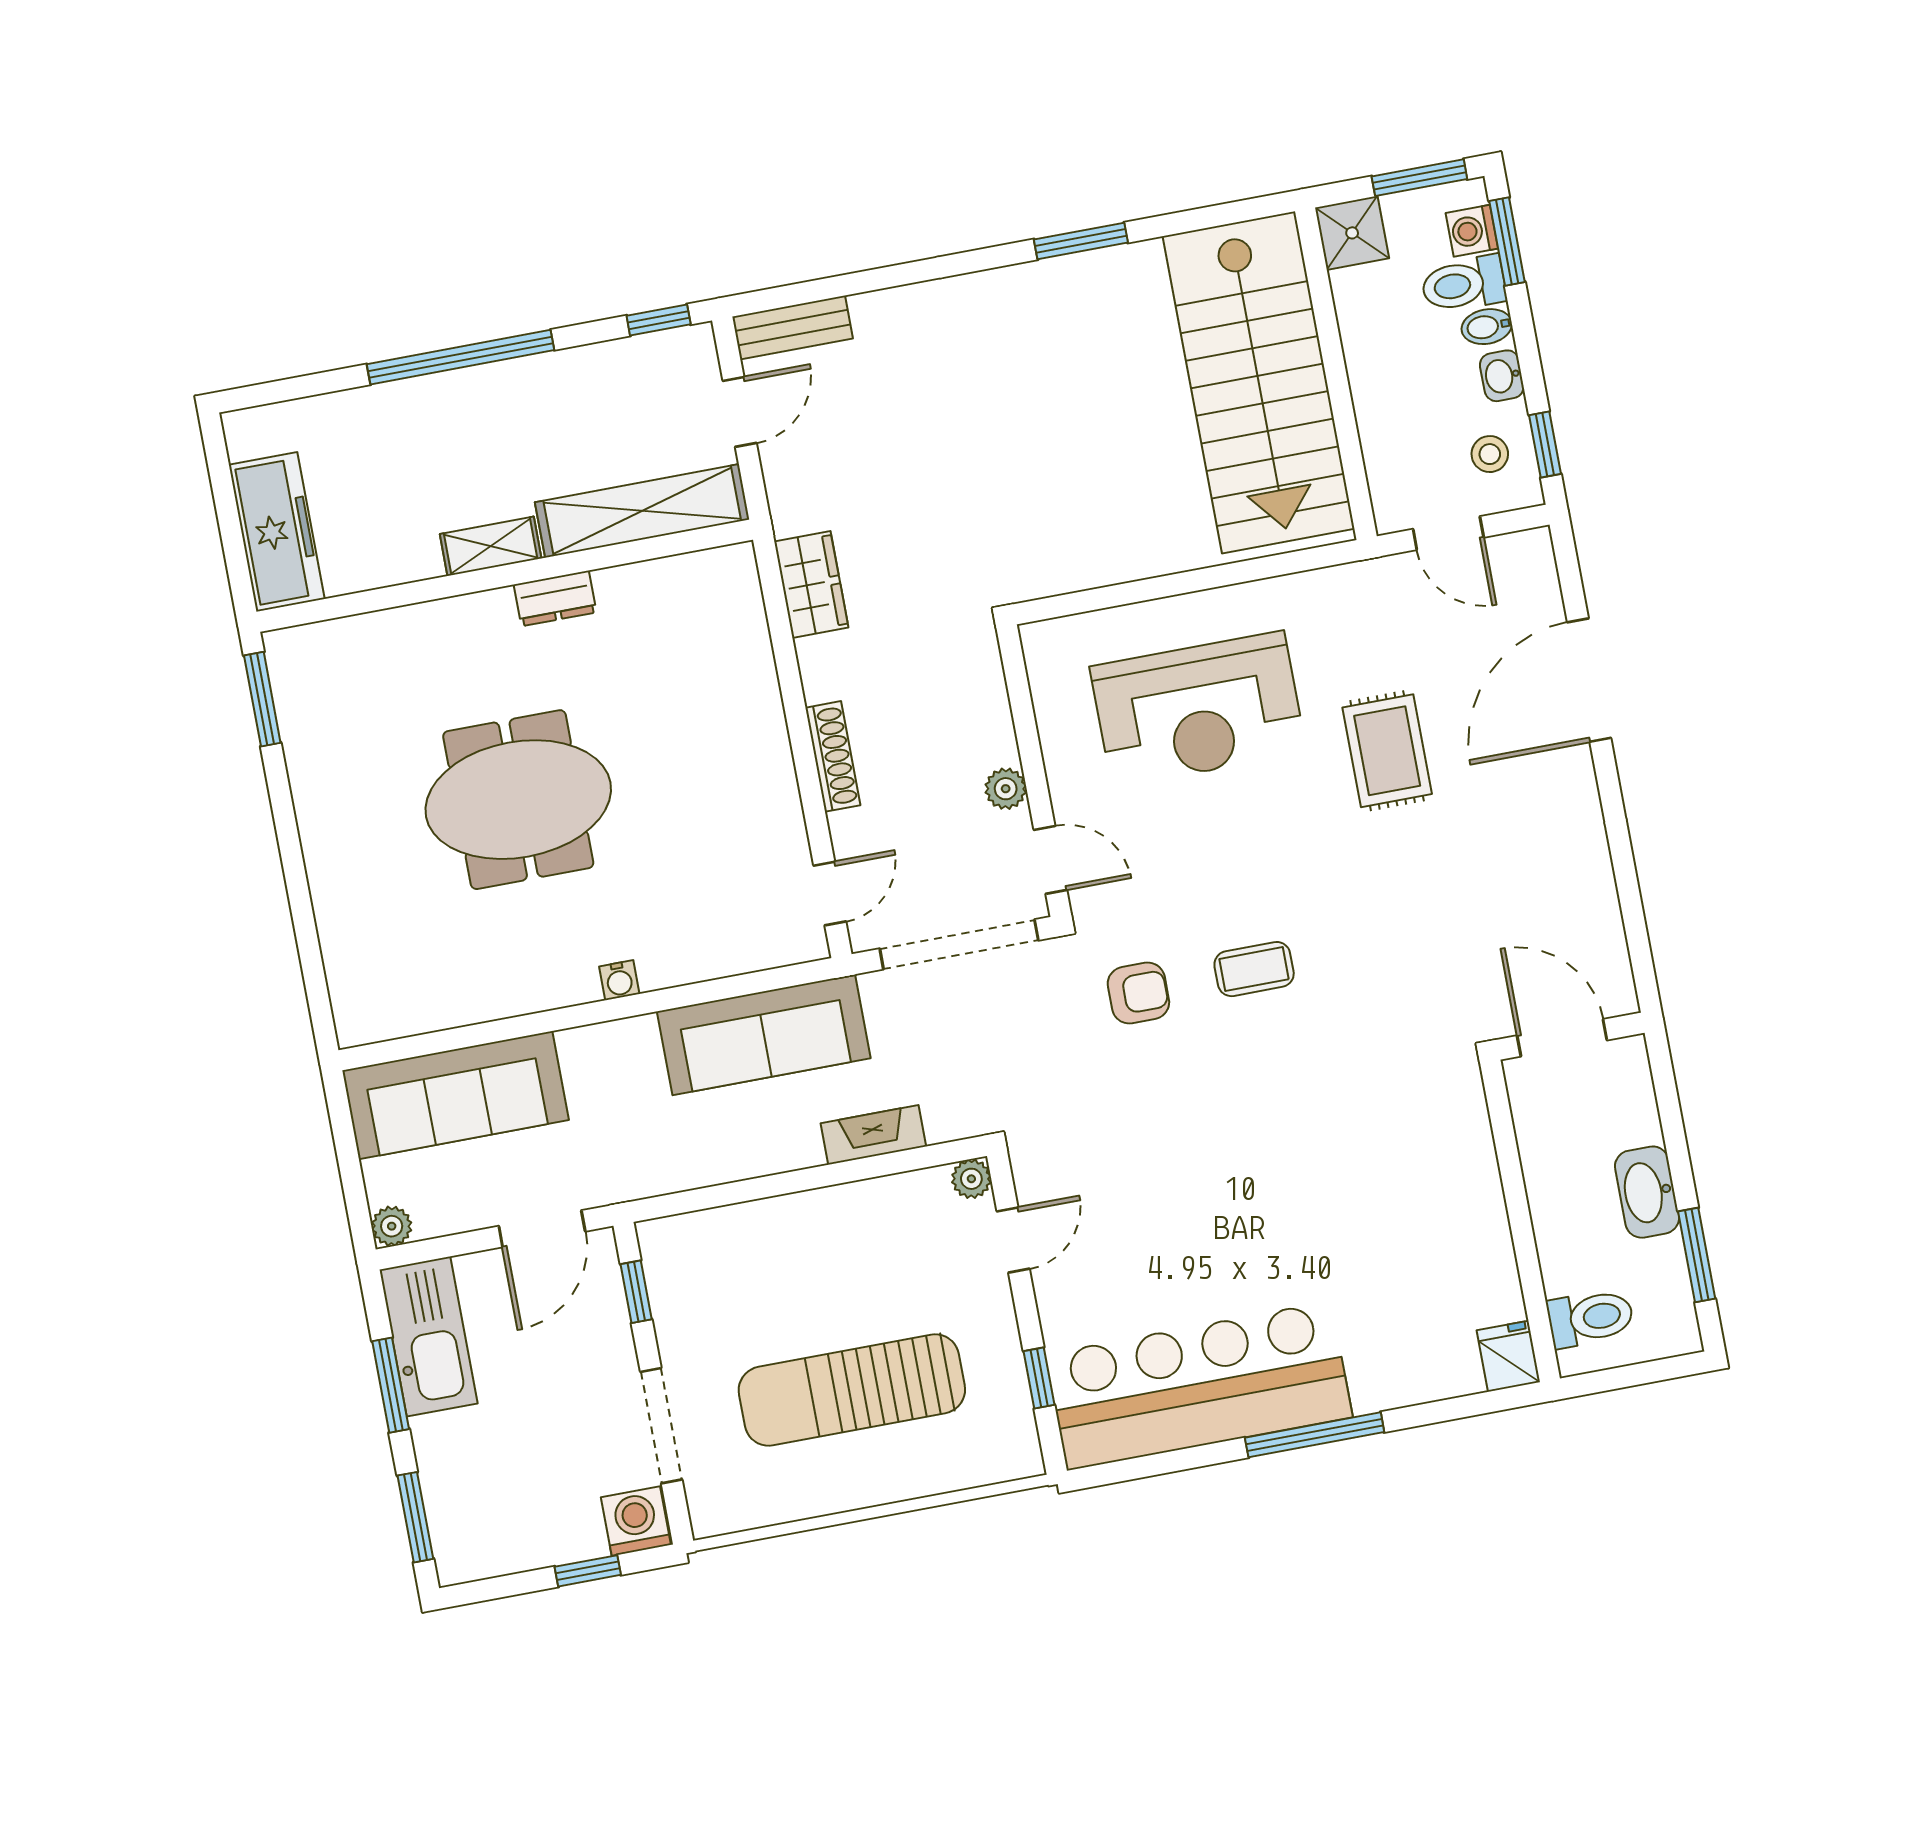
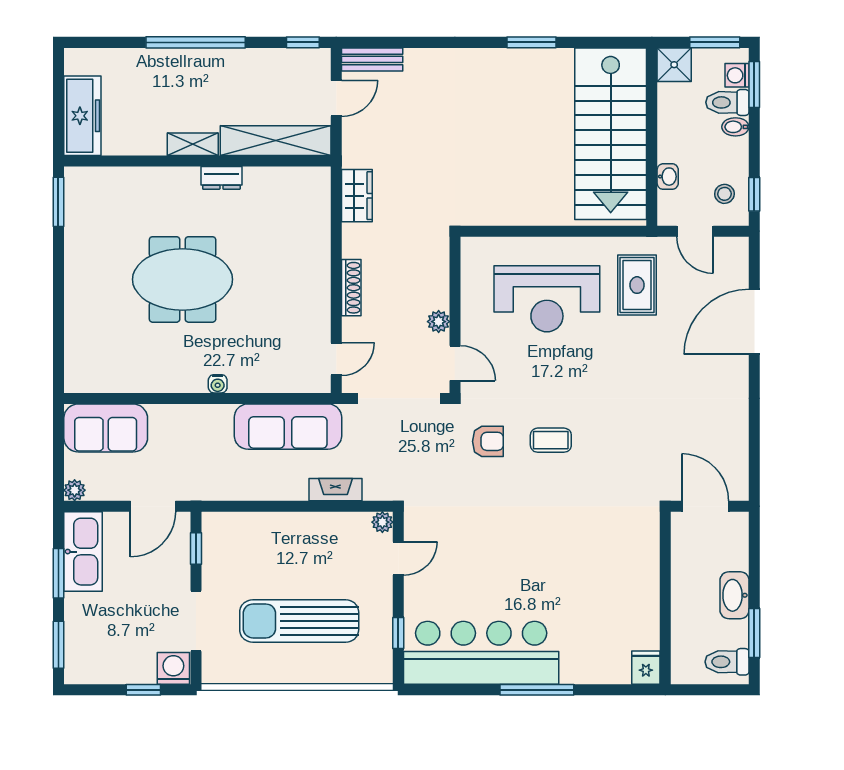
washbasin: (1502, 376) -> (668, 177), moved, turned 180
rug: (1387, 751) -> (637, 285), moved
sofa: (455, 1095) -> (106, 428), width x0.73
toilet: (1591, 1318) -> (727, 662), moved, turned 180

